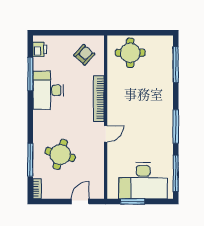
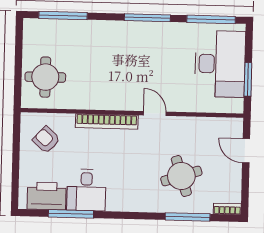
printer: (40, 49) -> (47, 196), width x1.87, depth x1.48
desk: (48, 90) -> (86, 190), width x0.73
round table: (60, 154) -> (181, 176), turned -34

